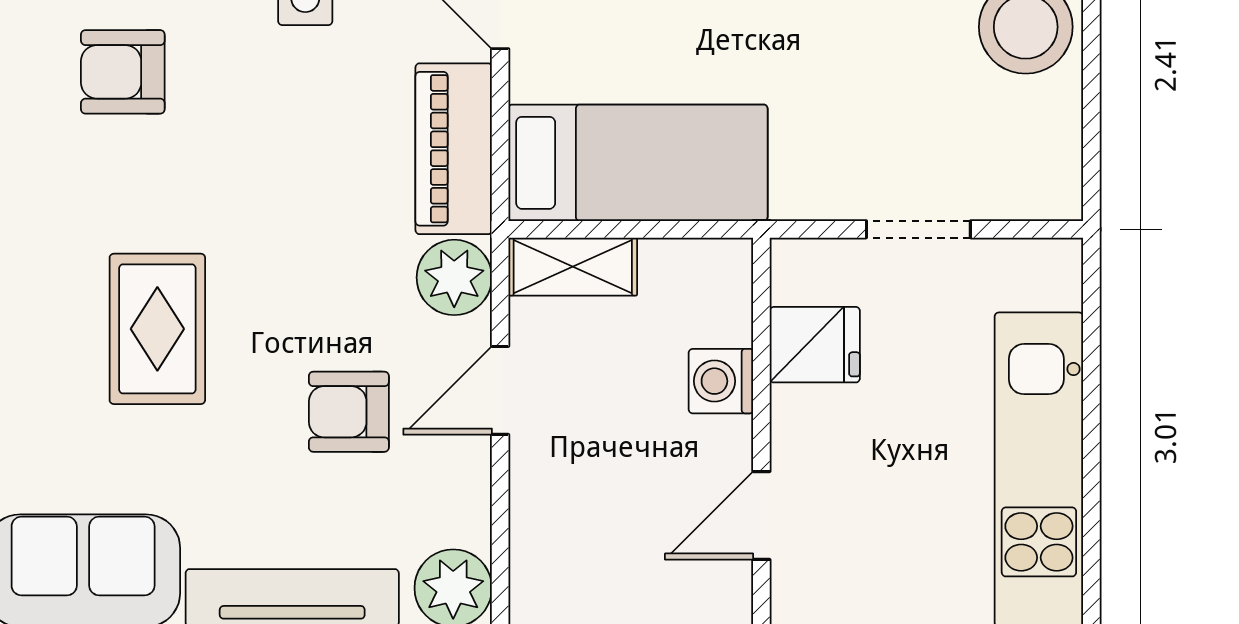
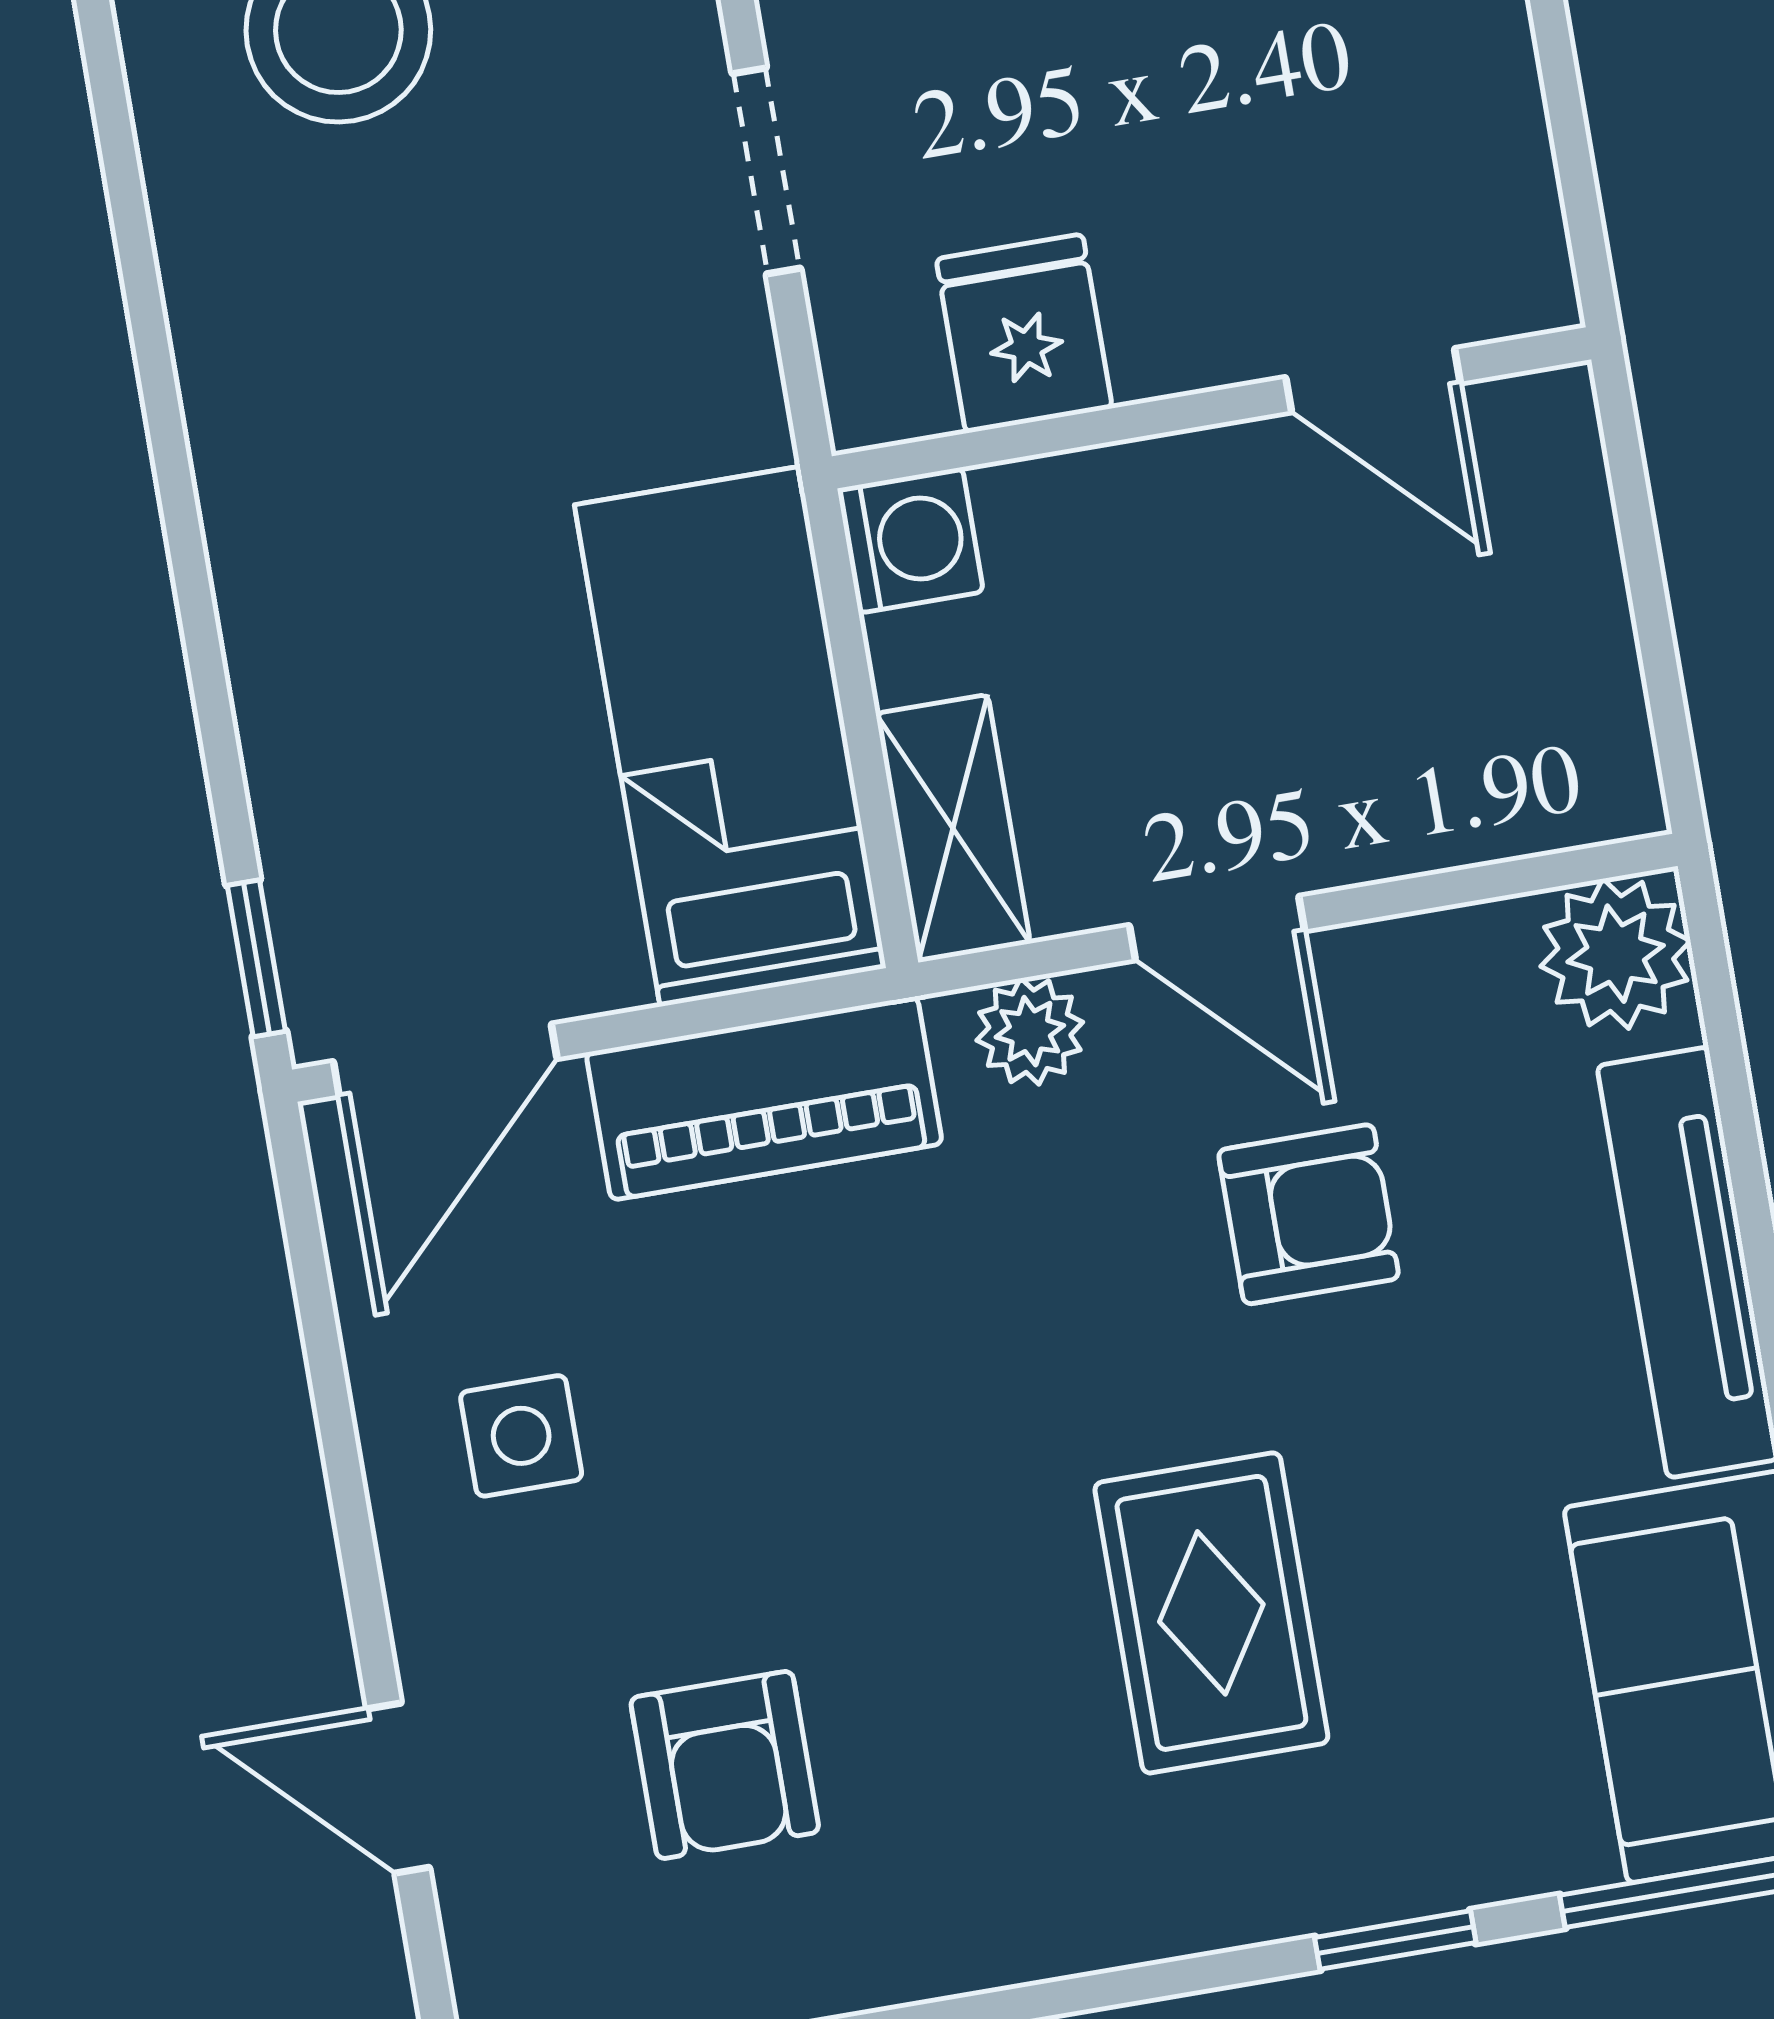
plant: (454, 277) -> (1030, 1031), width x0.73, depth x0.73
rug: (157, 329) -> (1211, 1613), turned 90
washing machine: (721, 381) -> (910, 540), moved, turned -90
armchair: (349, 412) -> (1309, 1214), turned -90

